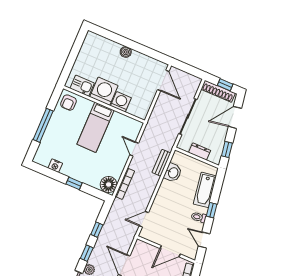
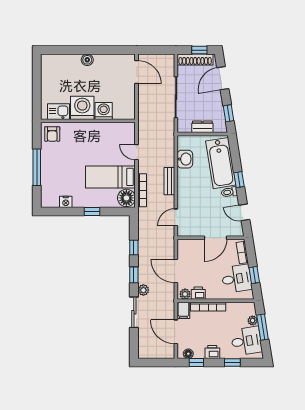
bed: (95, 127) -> (110, 177), moved, turned 90
bench: (161, 163) -> (169, 181), moved
bathtub: (205, 190) -> (221, 163), width x1.36, depth x1.36

